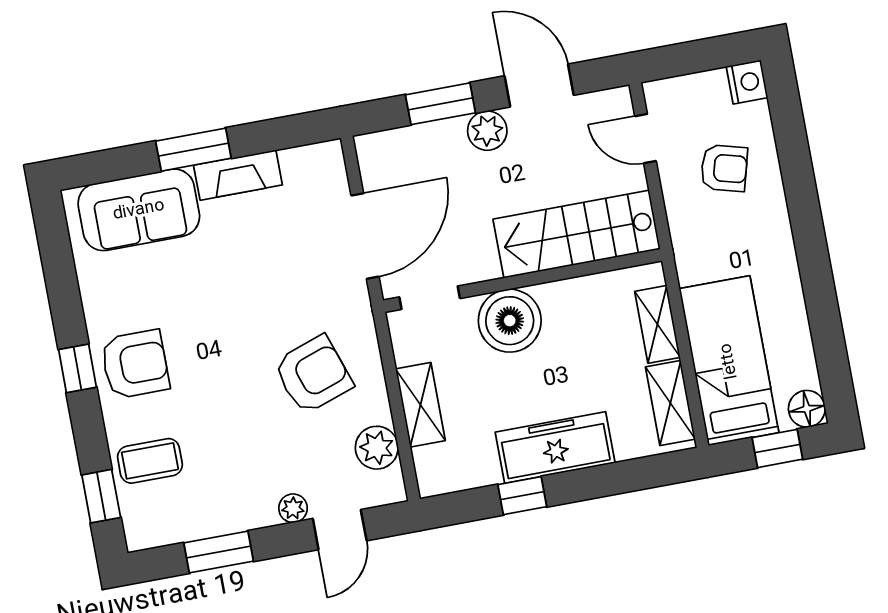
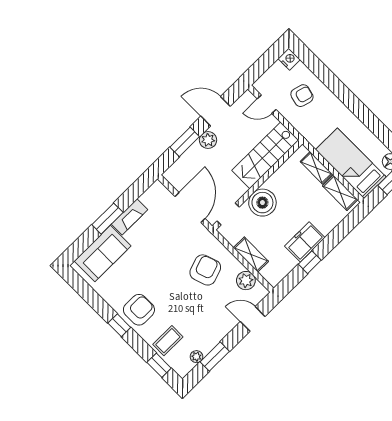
freezer: (555, 448) -> (305, 242), width x0.71
plant: (293, 508) -> (196, 357), moved
door: (340, 530) -> (253, 319), swing flipped

